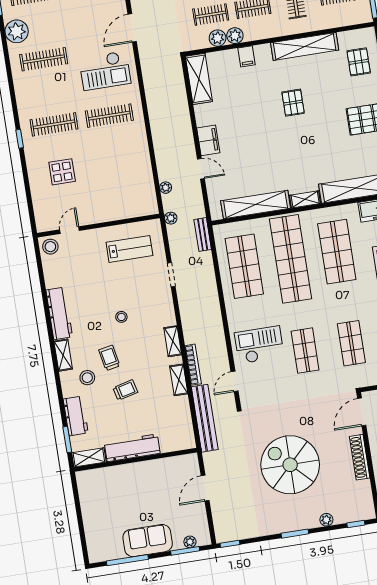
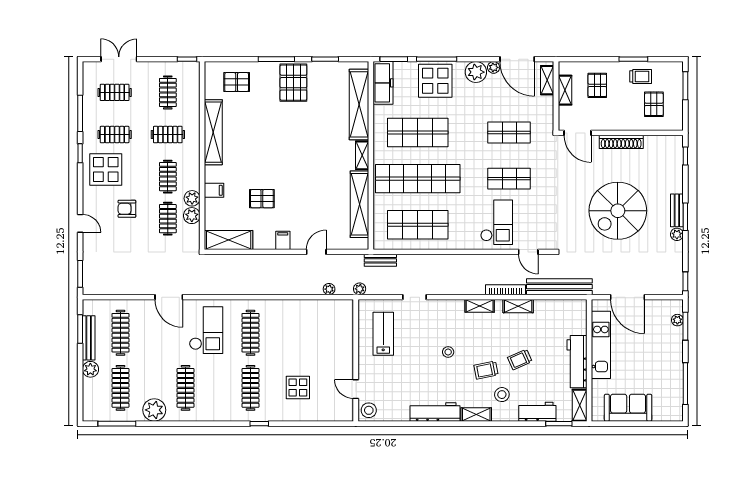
pallet: (293, 103) -> (262, 199), moved
filing cabinet: (208, 140) -> (283, 240), width x0.50
checkout: (259, 345) -> (496, 222), turned 180
trolley: (125, 390) -> (520, 360), turned -100
kitchen unit: (153, 469) -> (601, 345), added
door: (205, 488) -> (627, 297), width x1.36
plant: (326, 520) -> (677, 234), moved
bench: (300, 524) -> (677, 210), added
sofa: (148, 541) -> (628, 408), moved, turned 90

